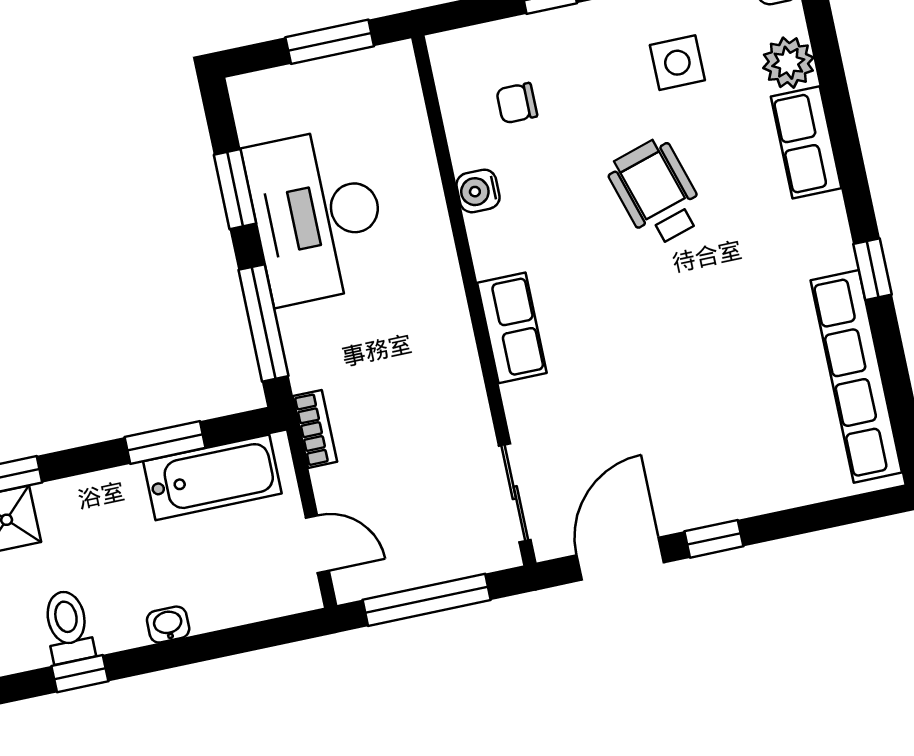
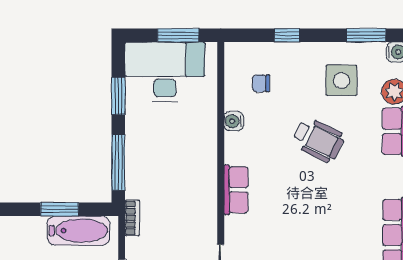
side table: (677, 63) -> (341, 80), width x1.37, depth x1.37
wheelchair: (656, 192) -> (318, 140), turned 133
desk: (317, 216) -> (165, 72), moved, turned 90

